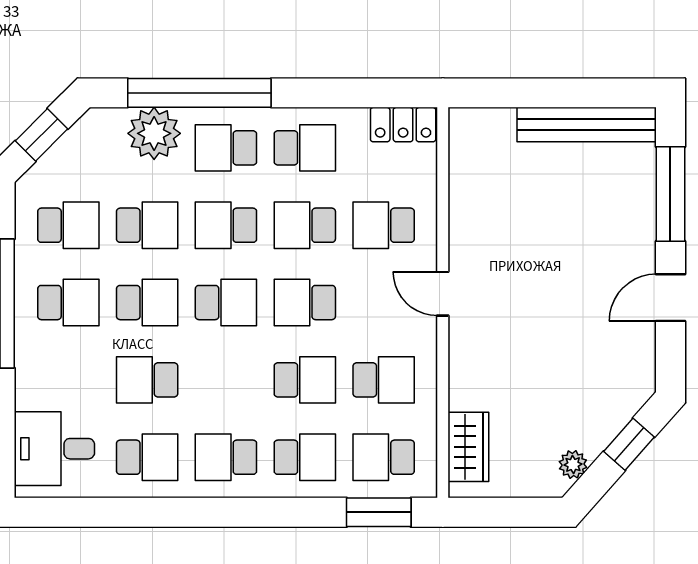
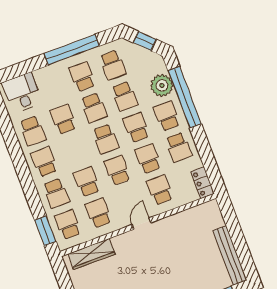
school desk: (68, 303) -> (82, 77), turned 180
school desk: (305, 380) -> (87, 182), turned 180
school desk: (384, 380) -> (98, 213), turned 180
wardrobe: (468, 447) -> (91, 254), width x1.50

